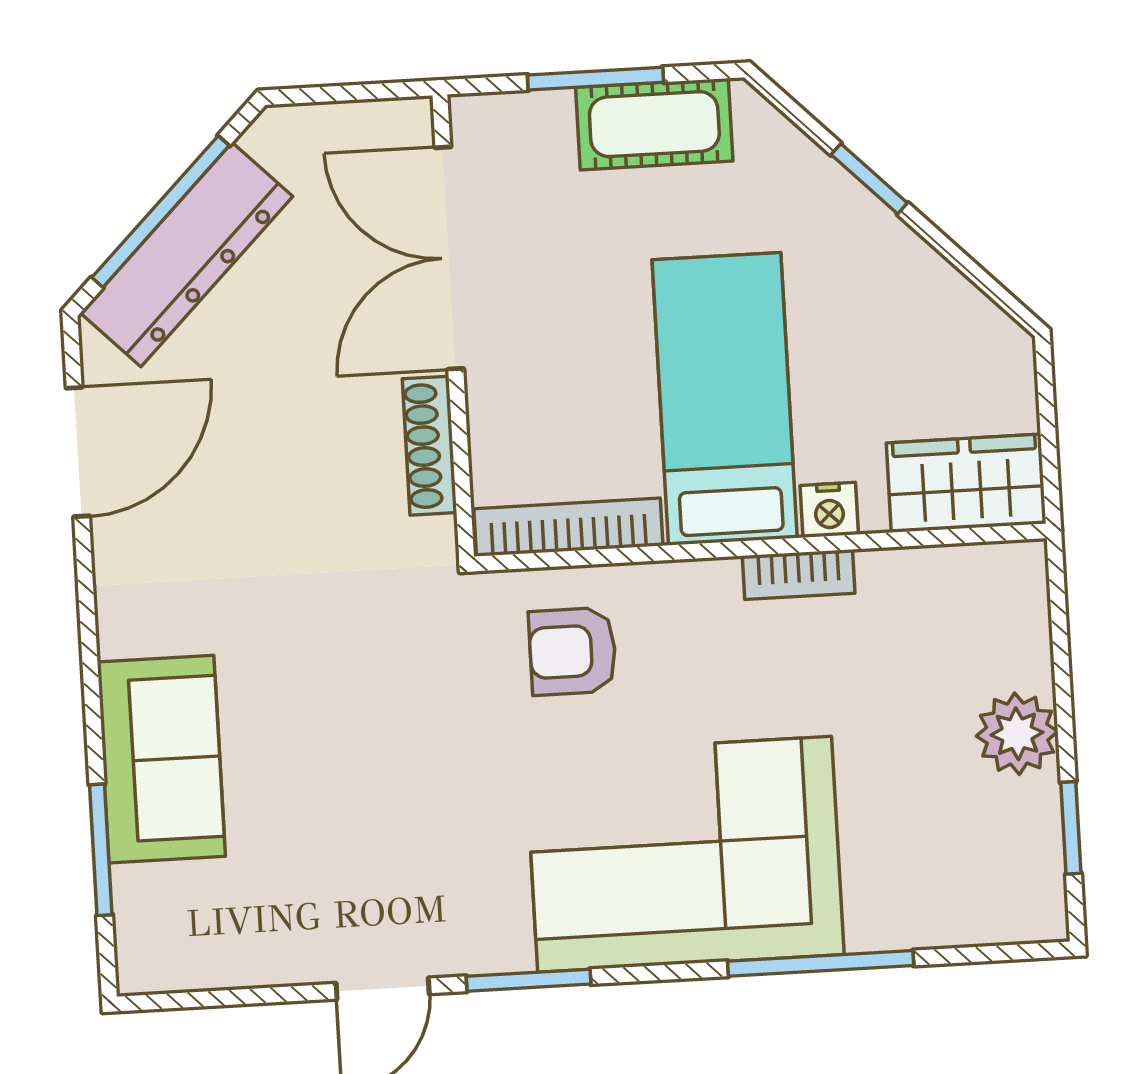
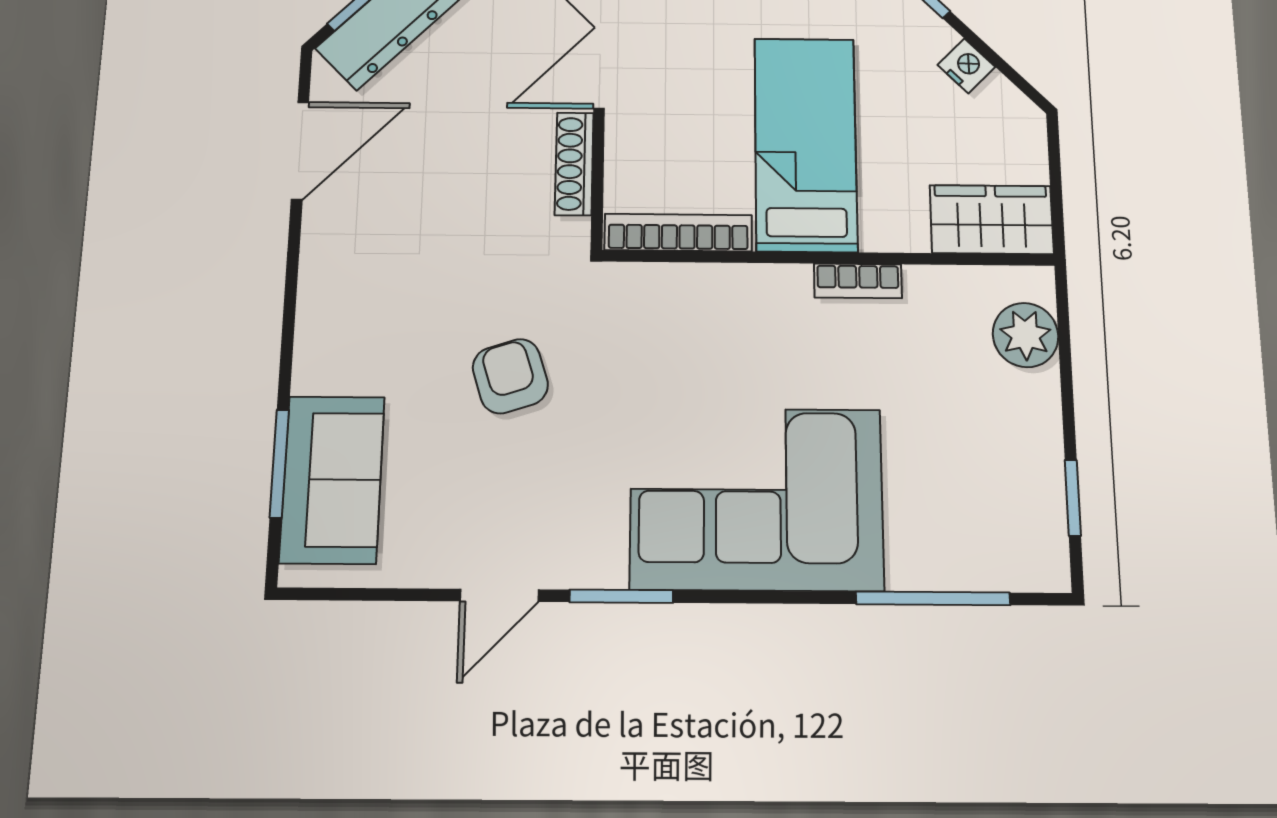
nightstand: (829, 510) -> (966, 66), moved, turned -135
armchair: (573, 651) -> (510, 376), moved, turned 72
plant: (1017, 734) -> (1026, 335), moved
sofa: (161, 759) -> (332, 479), moved
window: (821, 963) -> (933, 598), moved

